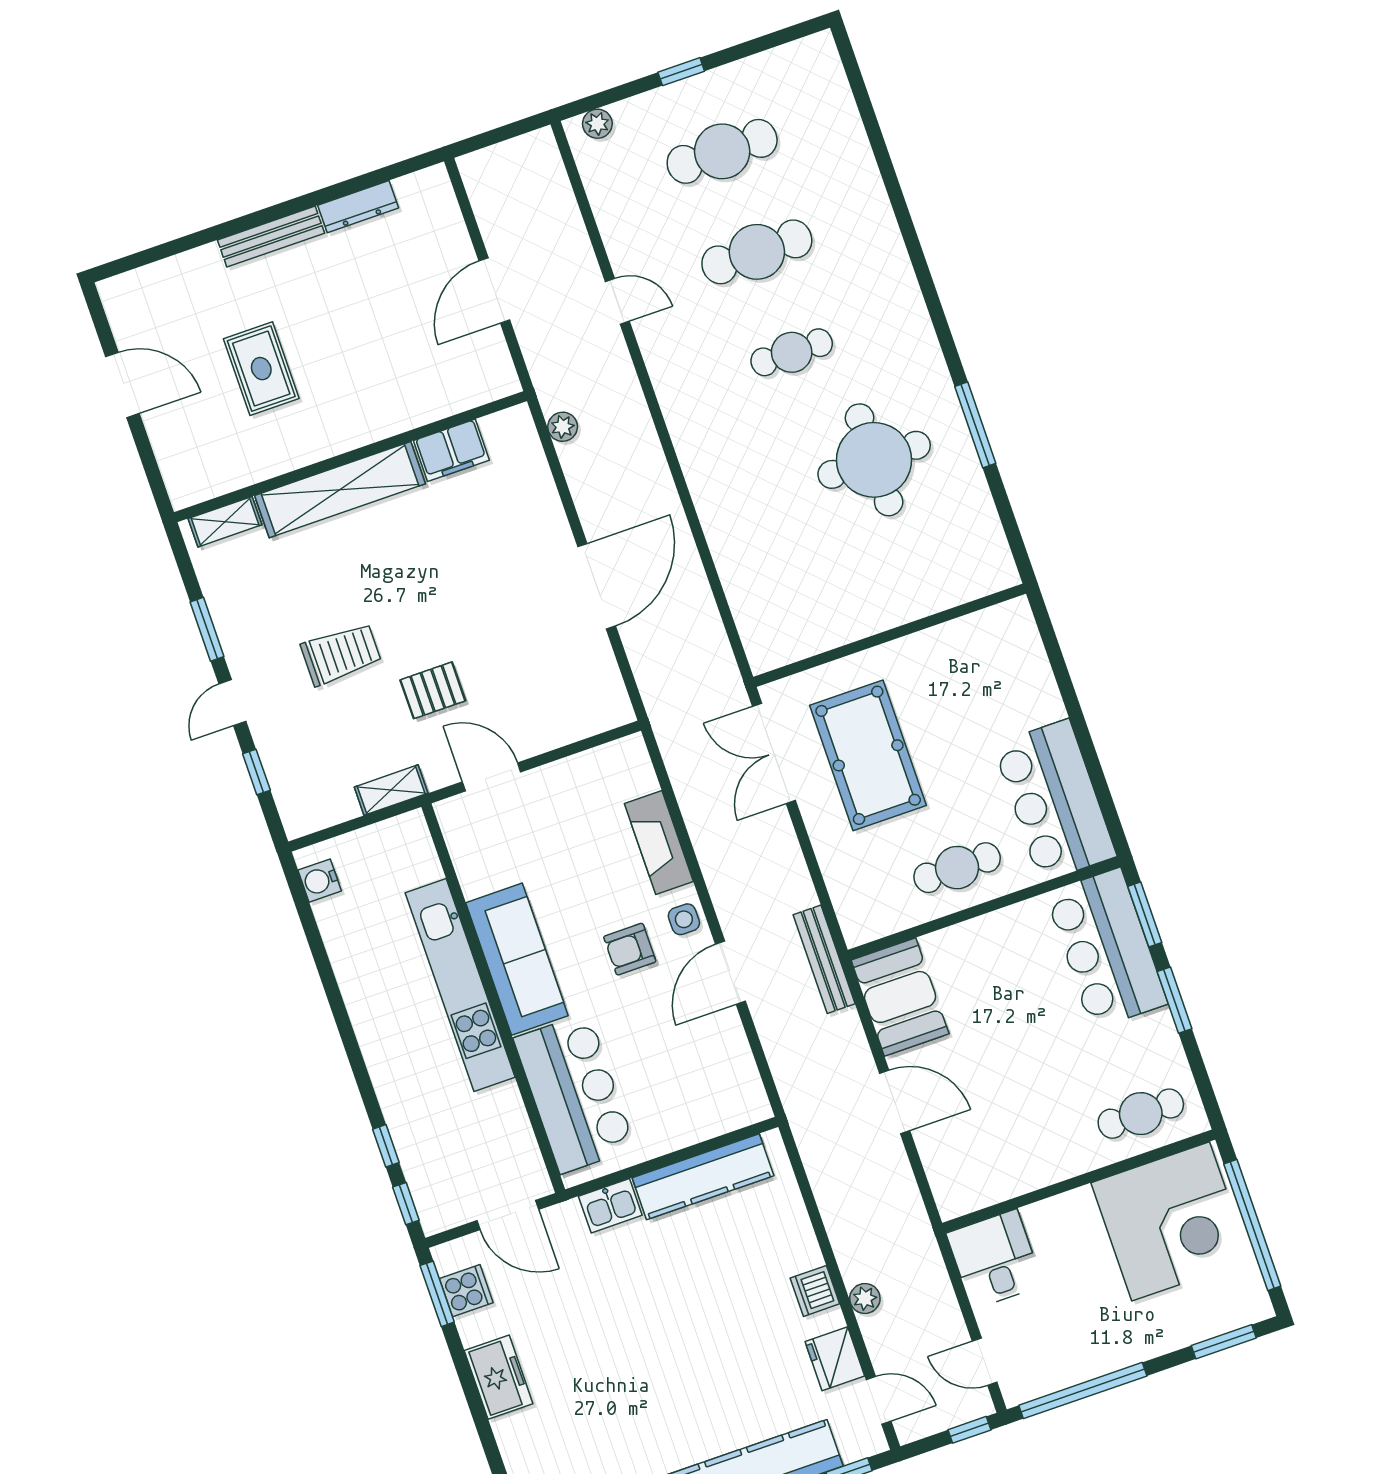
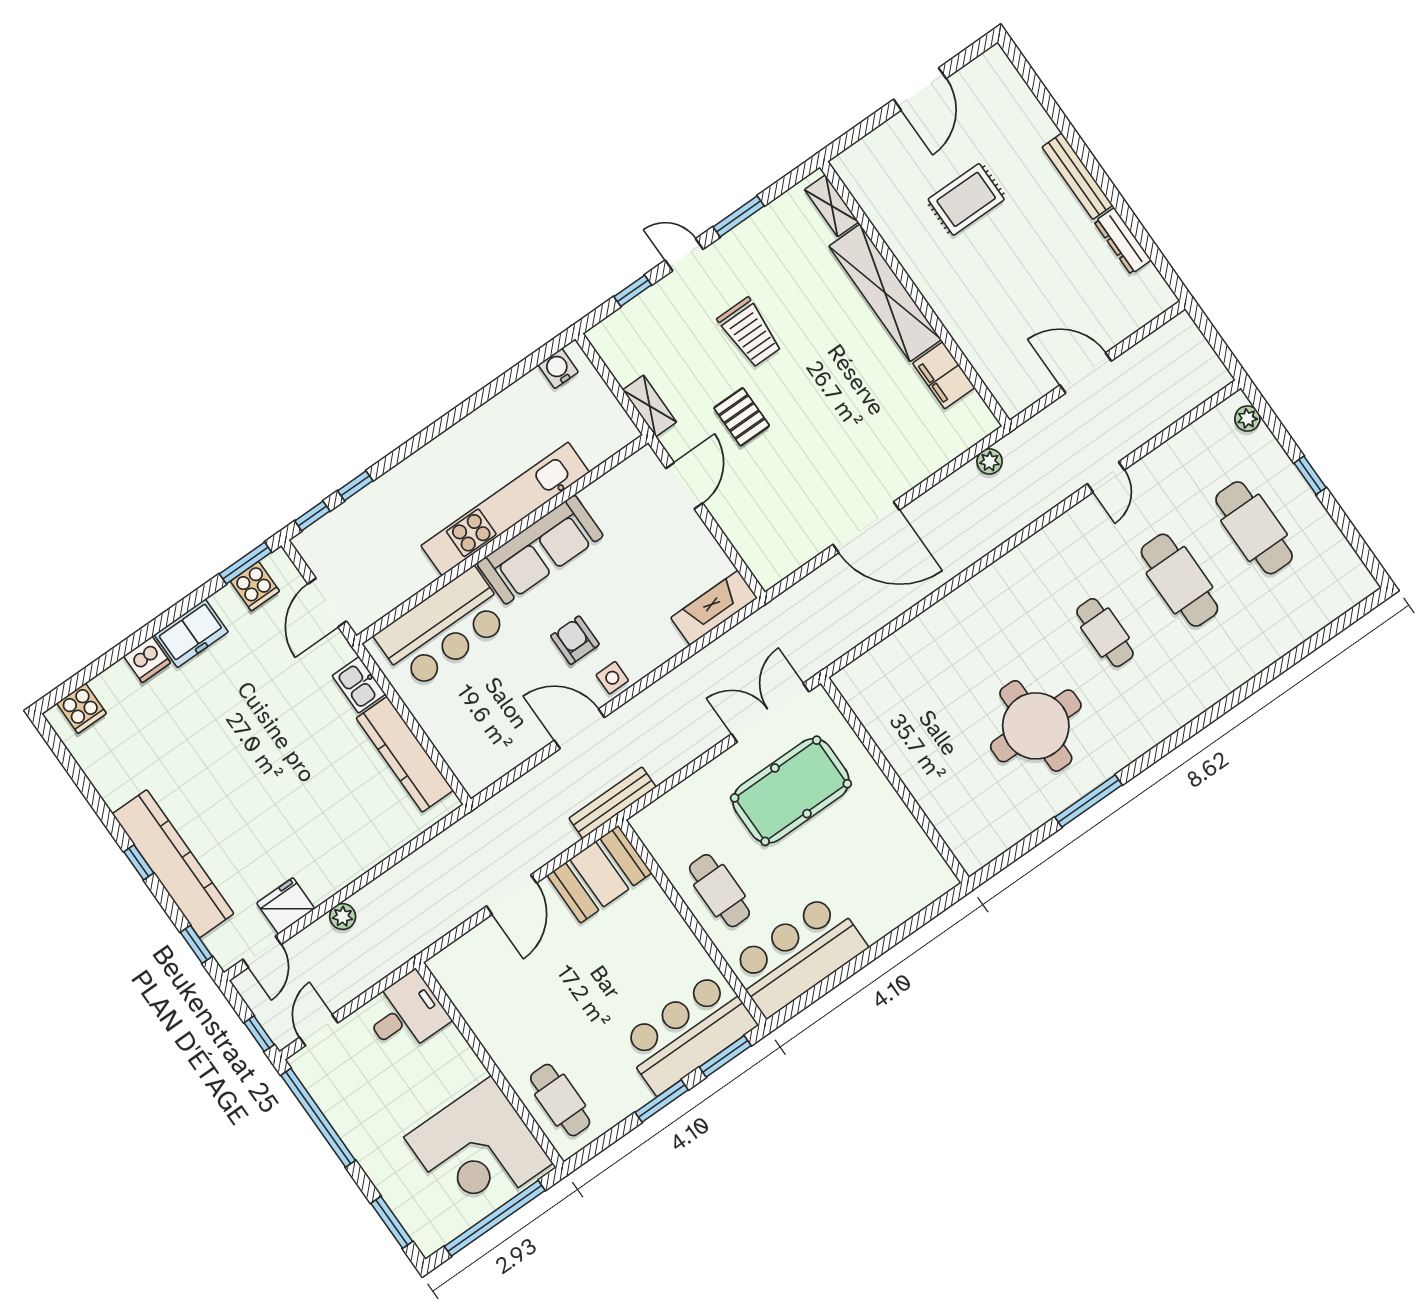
fireplace: (659, 843) -> (714, 608), moved
dishwasher: (815, 1291) -> (147, 659), moved, turned 180

